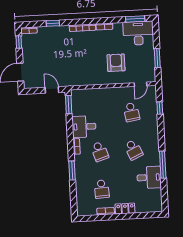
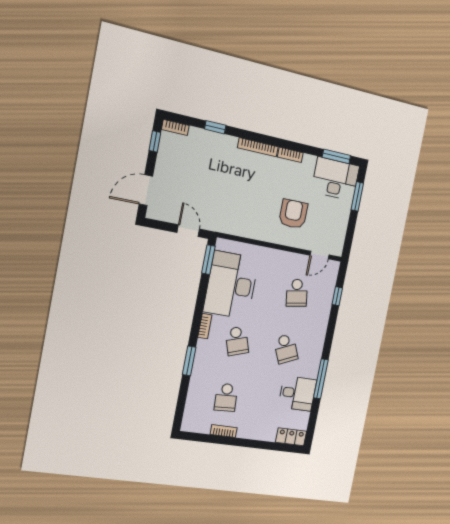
window: (157, 58) -> (357, 196), moved
desk: (84, 127) -> (231, 285), width x1.87, depth x1.30
locker: (125, 209) -> (291, 437), moved

